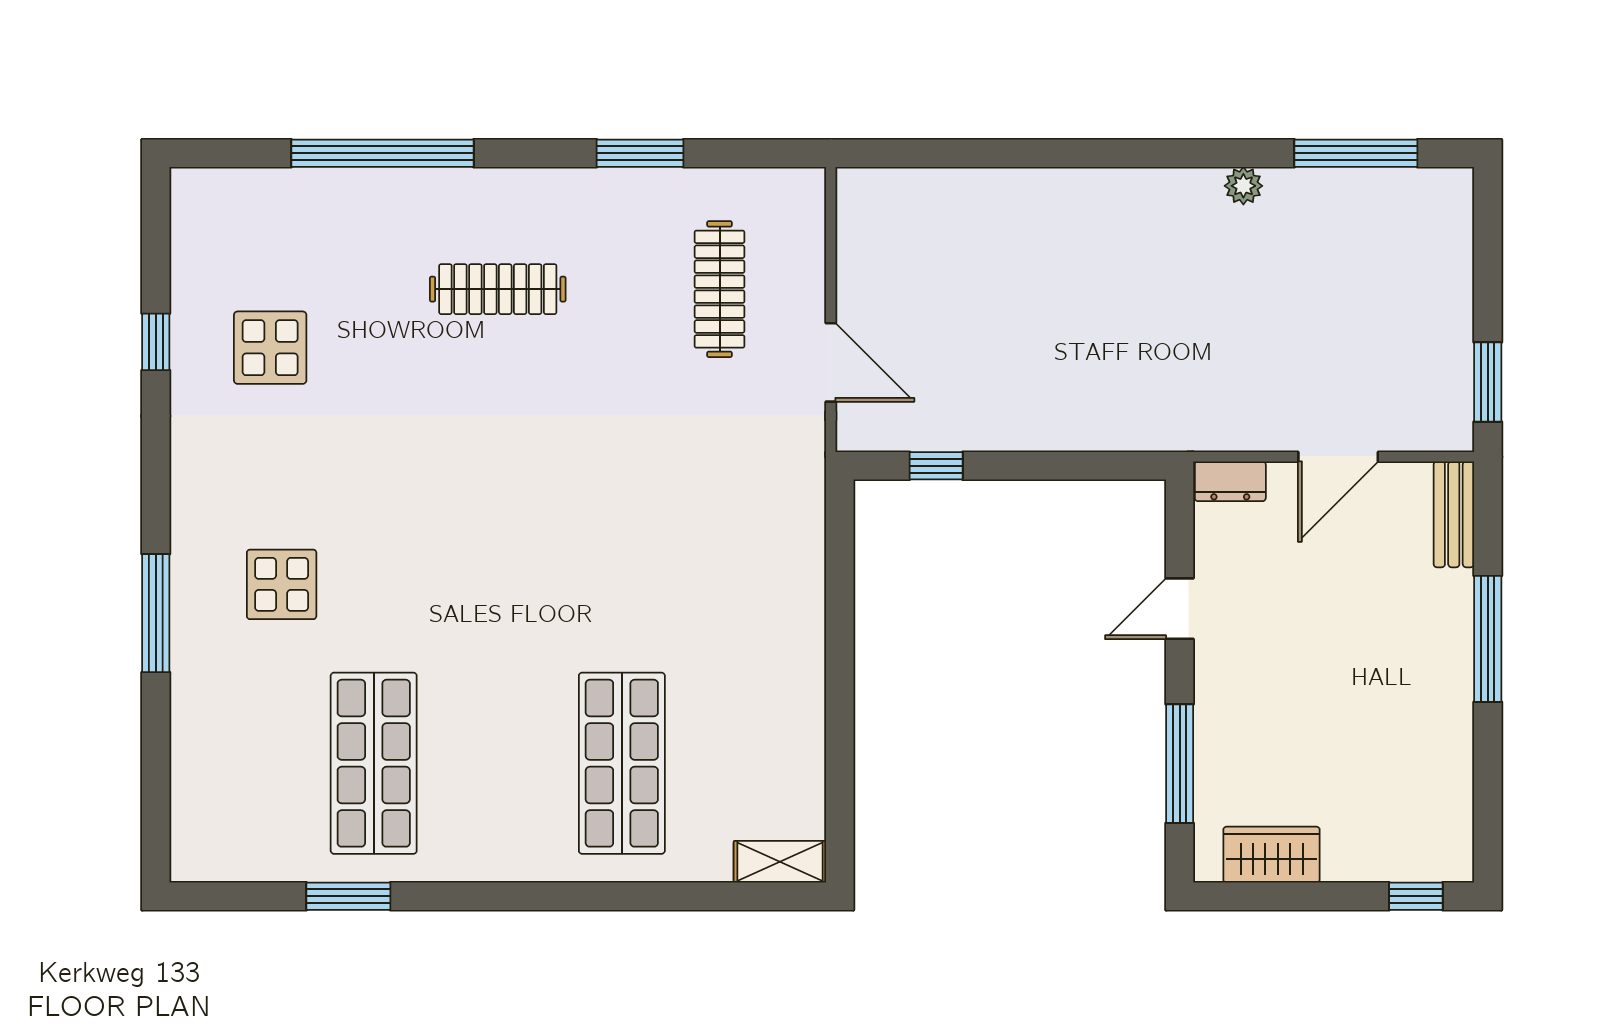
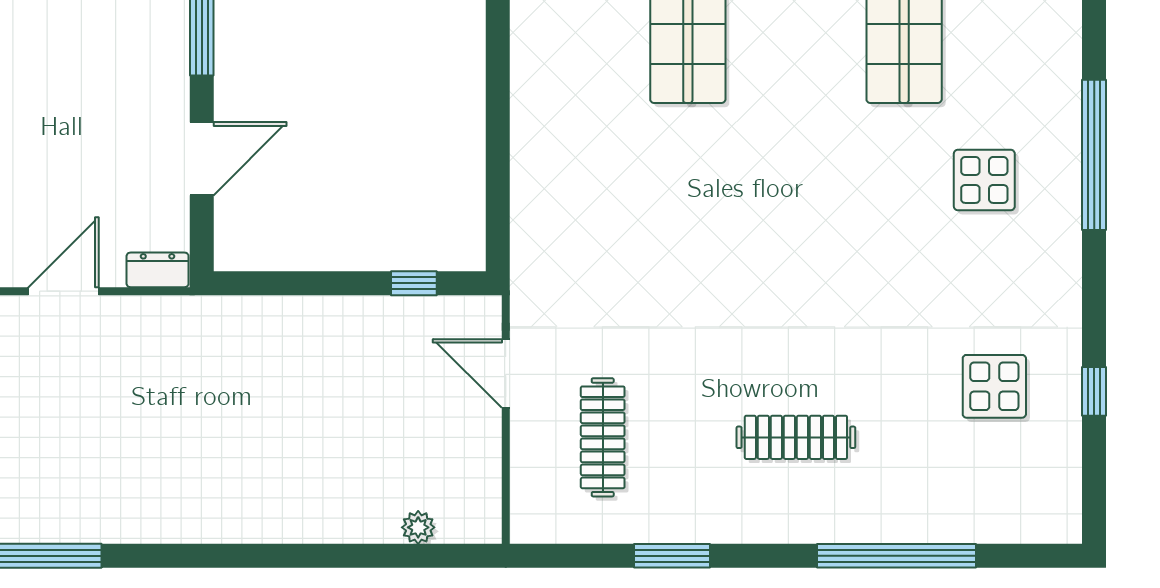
plant: (1243, 186) -> (418, 527), moved
door: (1180, 609) -> (202, 159), width x1.38
window: (156, 613) -> (1094, 155), width x1.46

